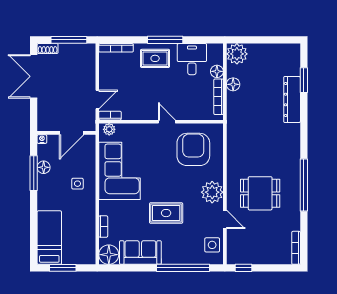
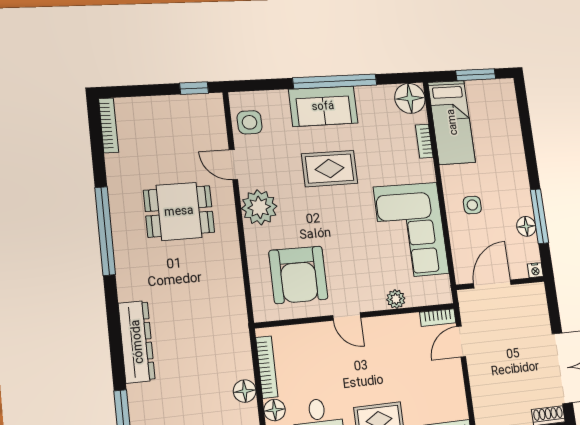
dresser: (292, 100) -> (137, 342), moved
plant: (109, 129) -> (396, 299), moved
bed: (49, 238) -> (452, 122), moved
sofa: (140, 253) -> (323, 106), moved
window: (183, 268) -> (335, 81), moved

